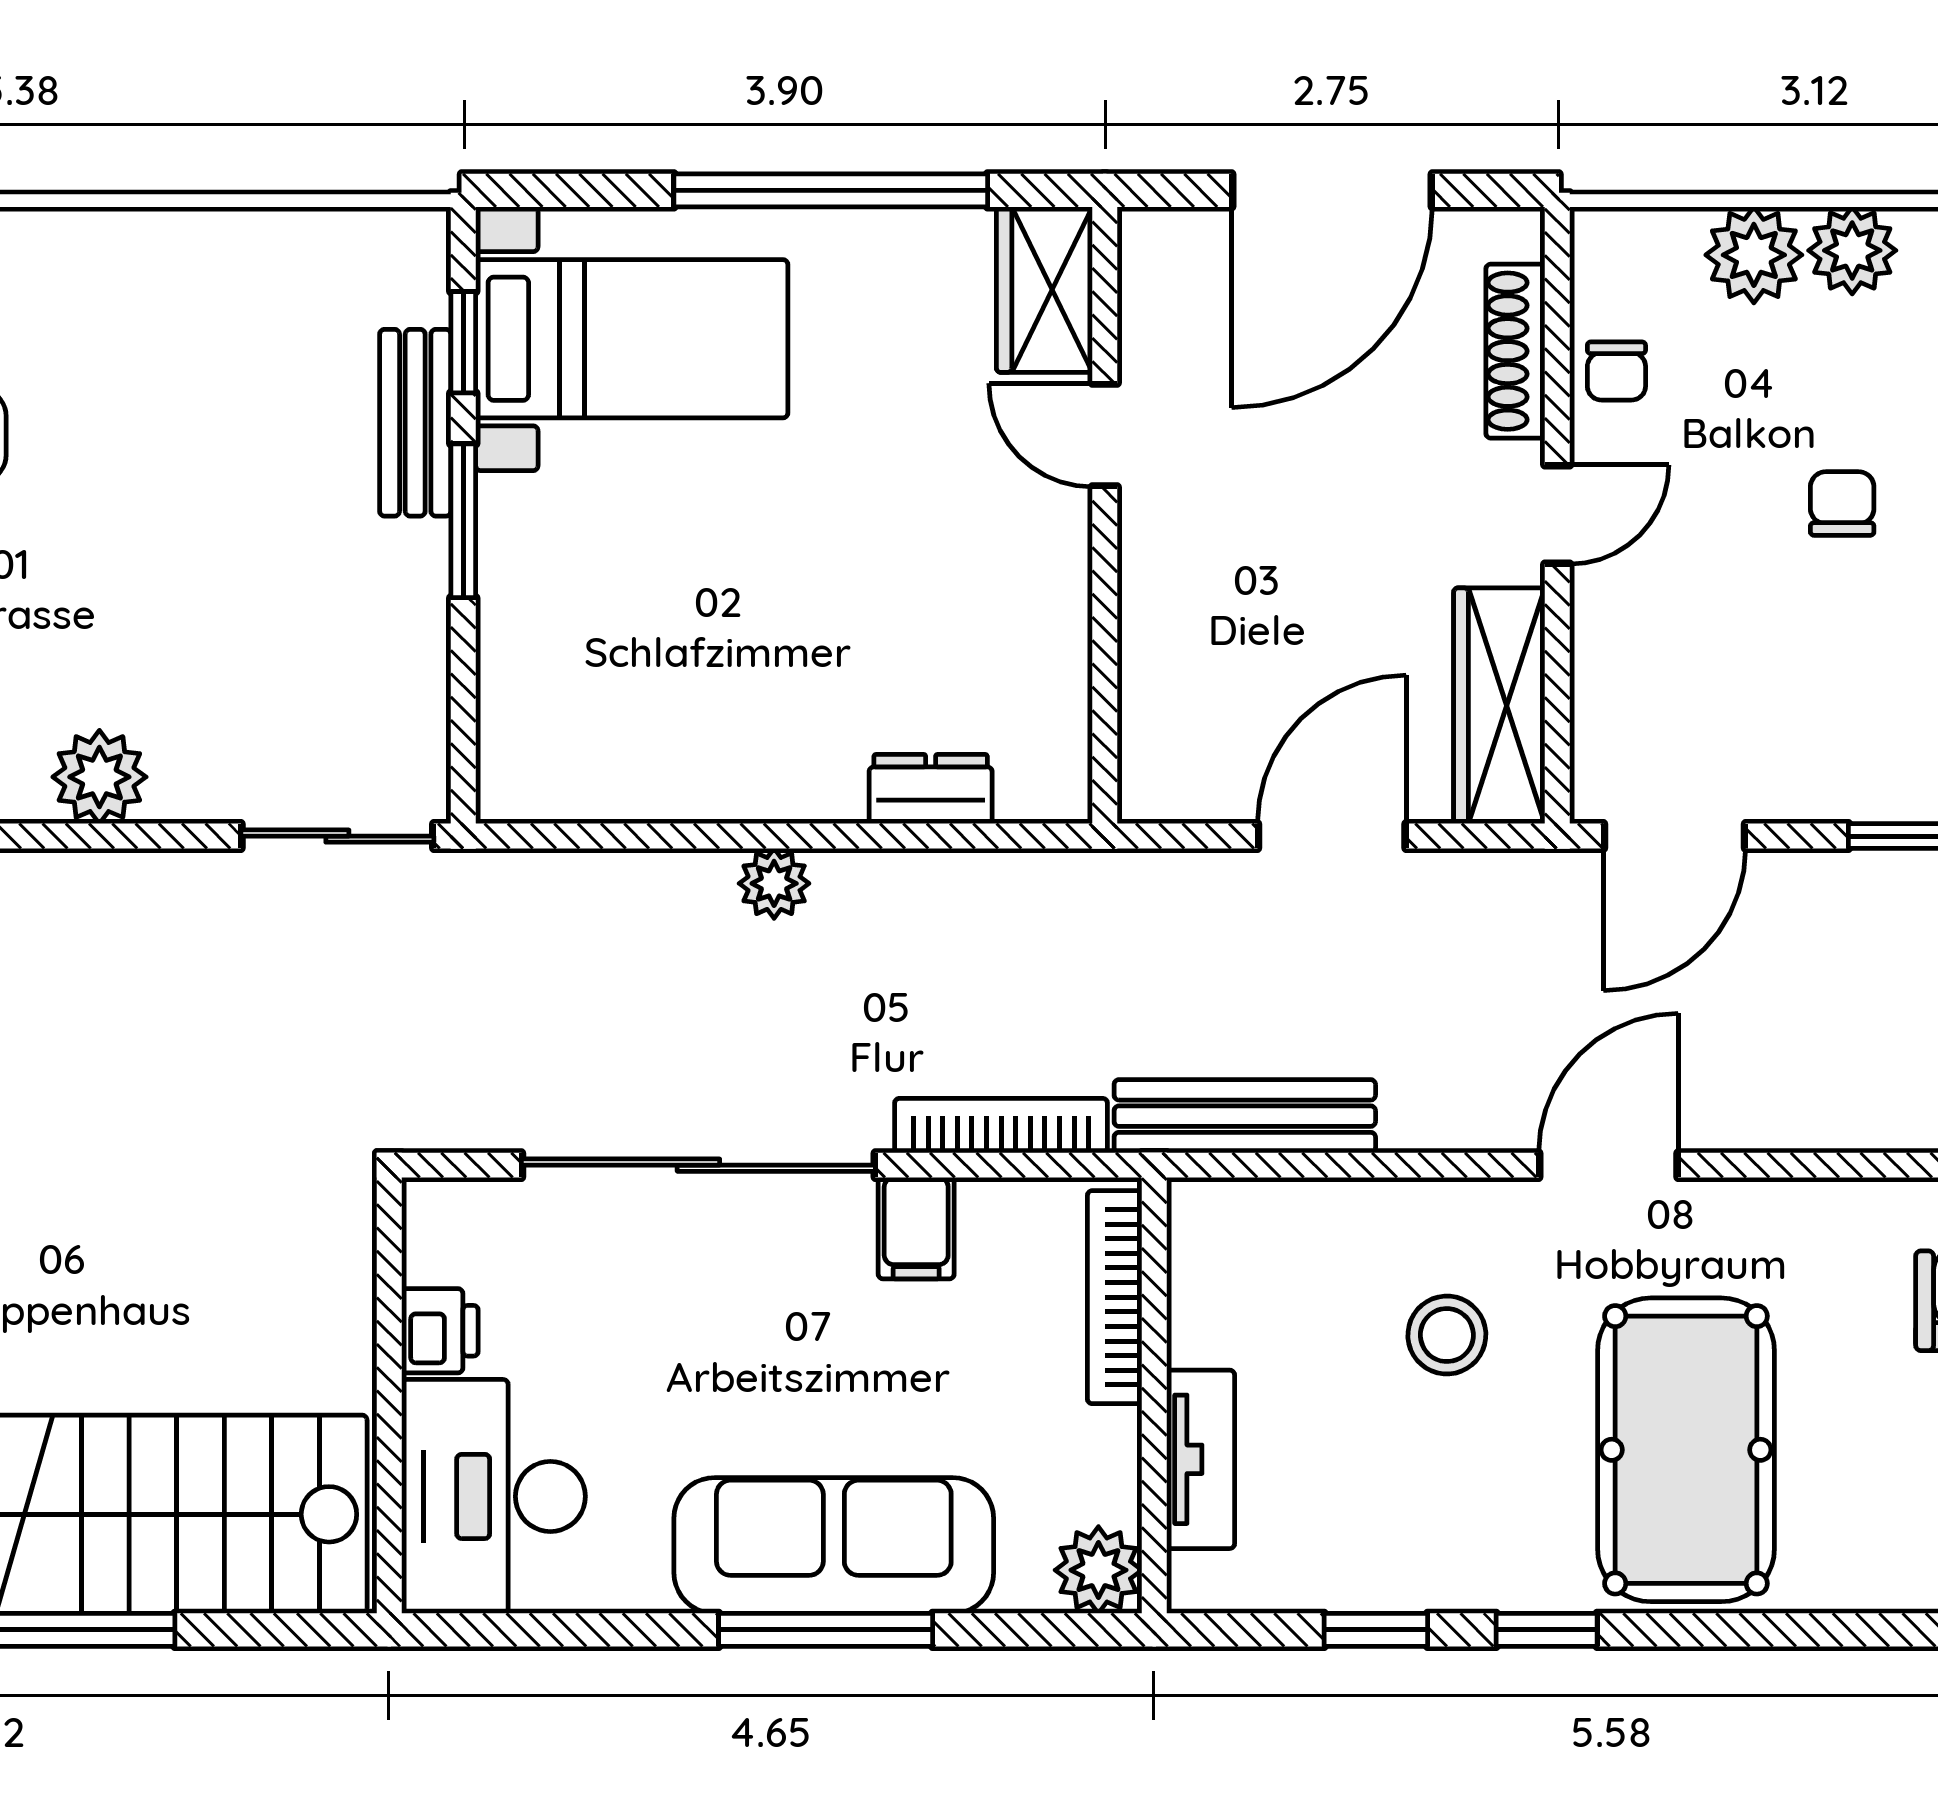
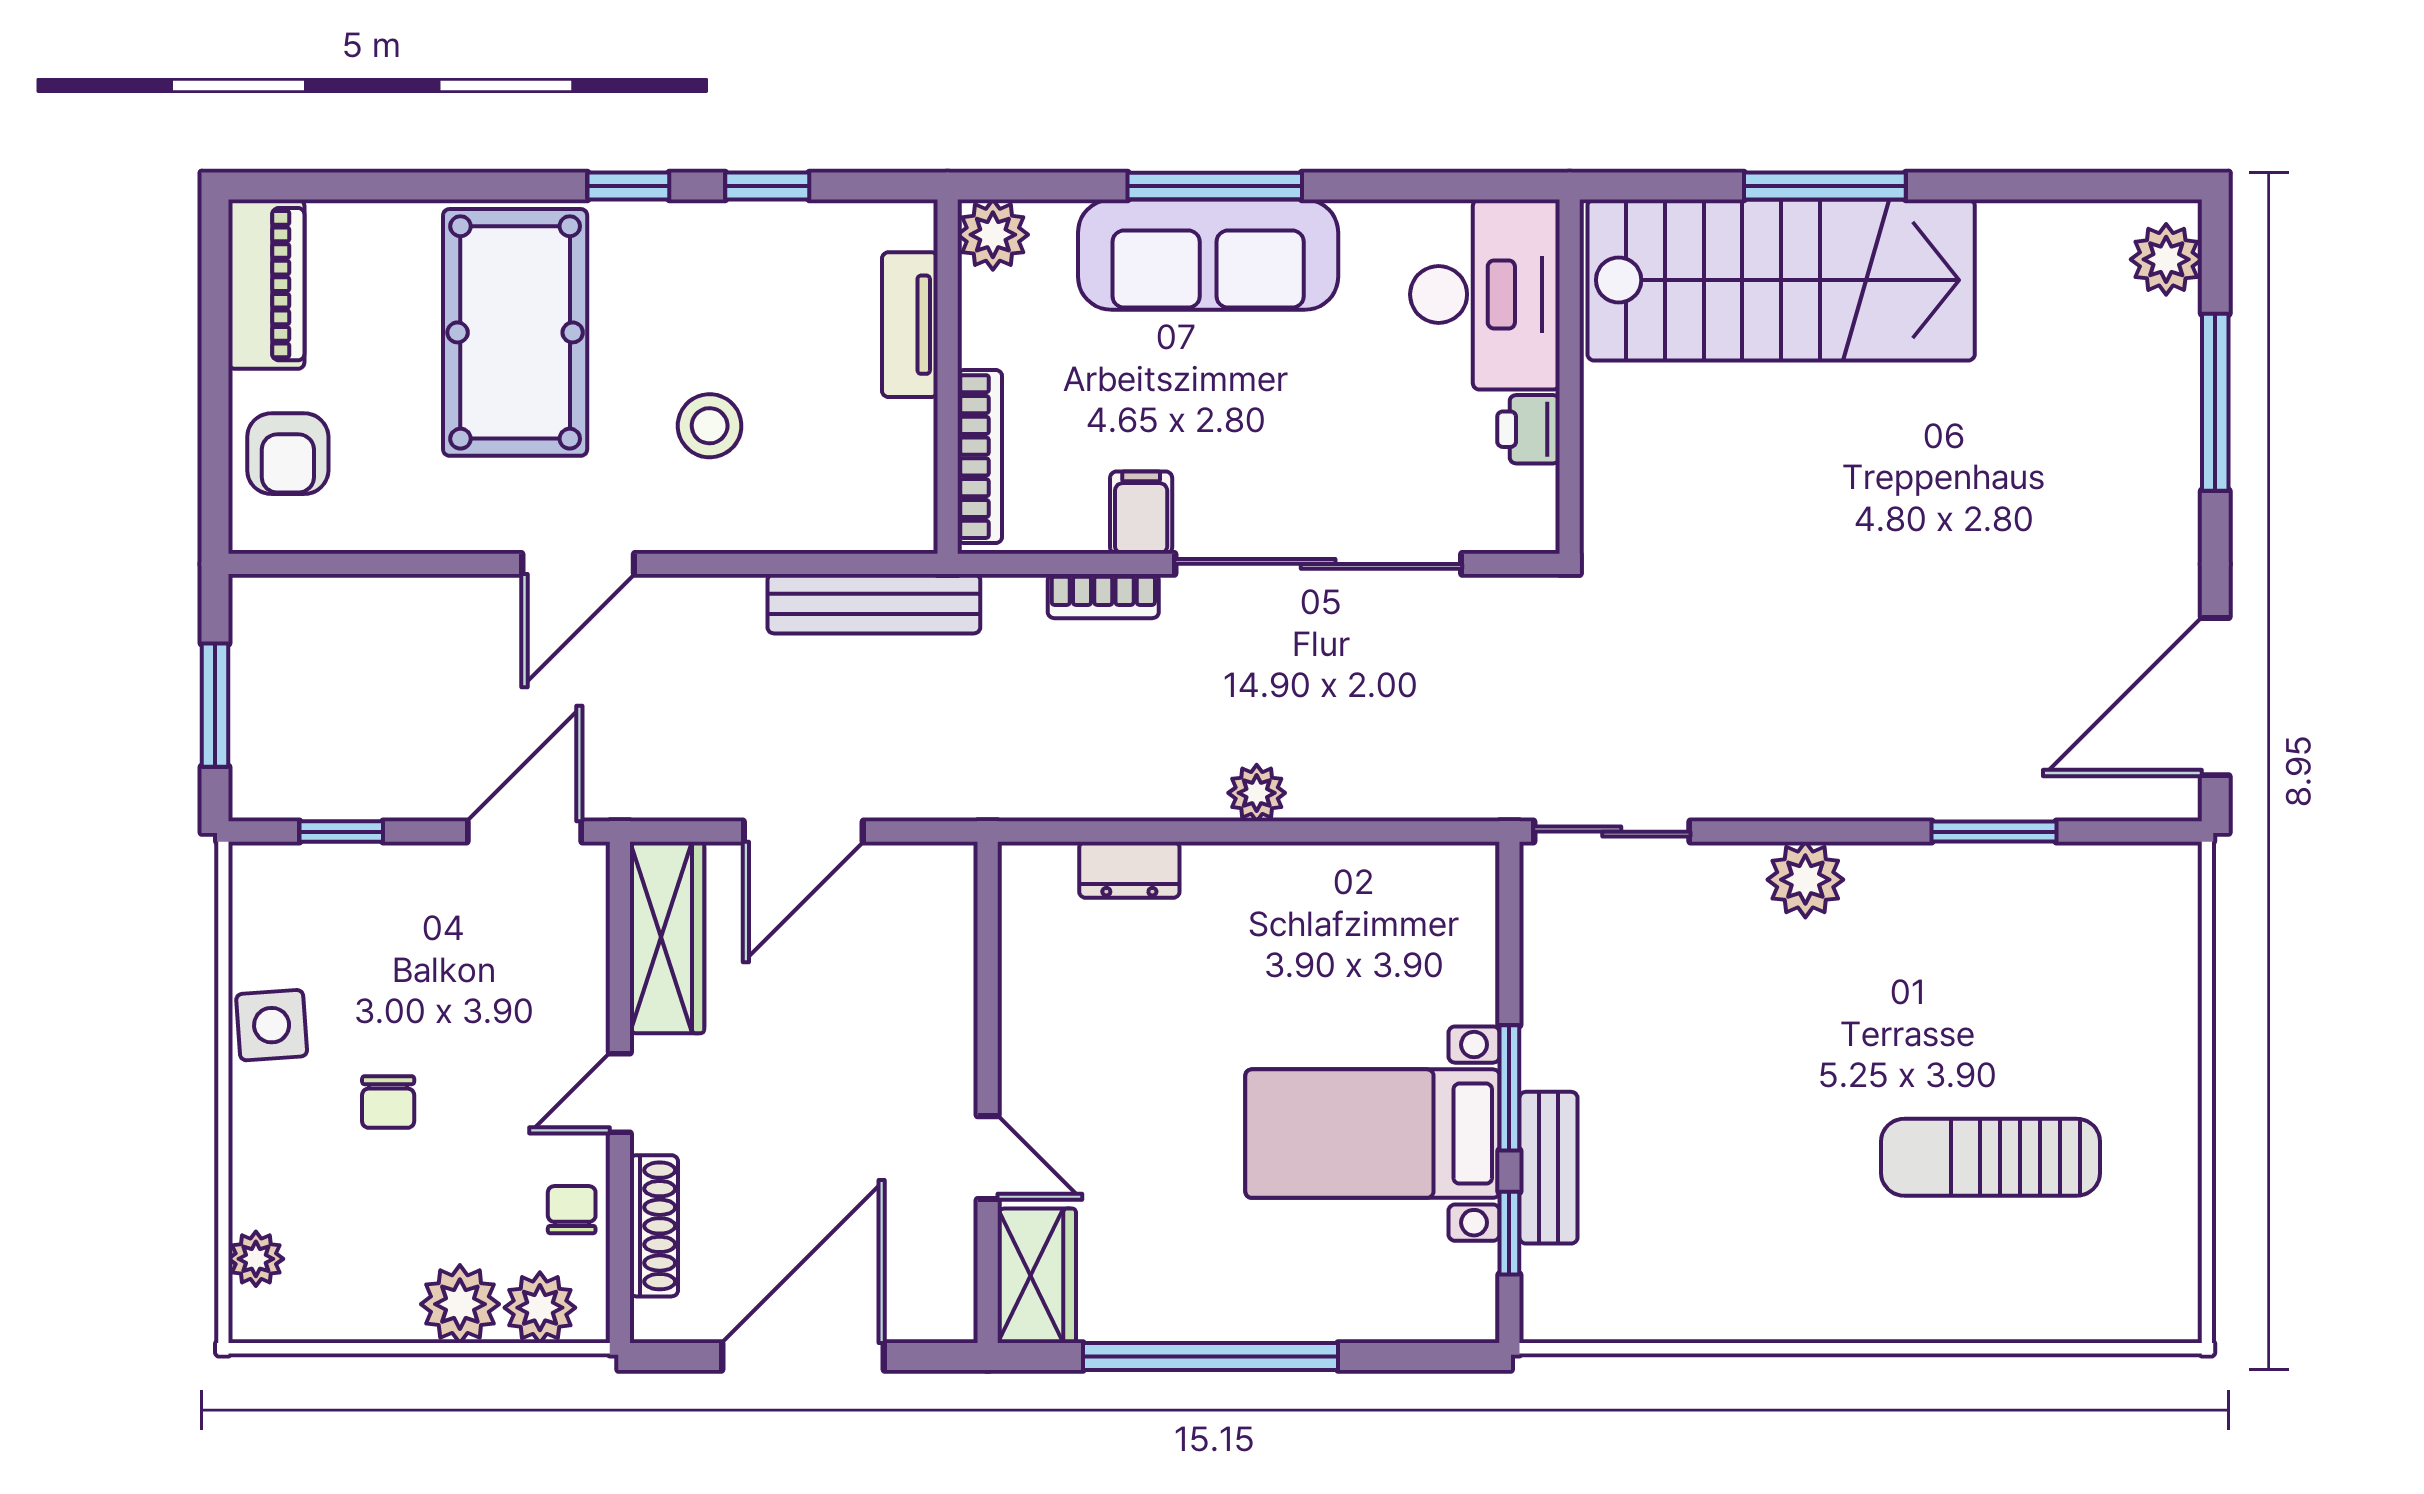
plant: (1852, 250) -> (540, 1308), moved
bed with nightstands: (632, 339) -> (1372, 1134), moved
bookcase: (1001, 1126) -> (1103, 596), width x0.64

